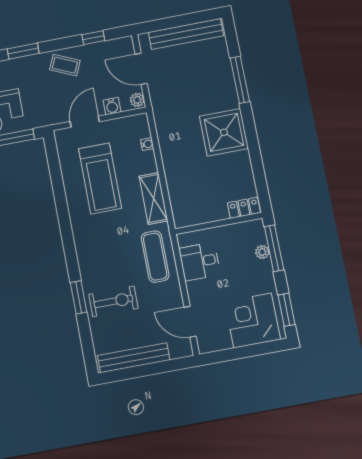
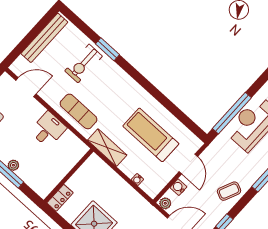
locker: (244, 208) -> (60, 198), moved
wall: (219, 224) -> (69, 176), moved

